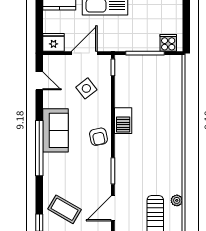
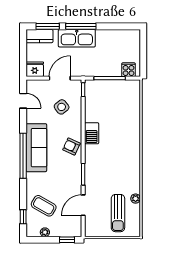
sofa: (55, 130) -> (36, 148), width x1.36
armchair: (98, 137) -> (71, 146), turned 127

